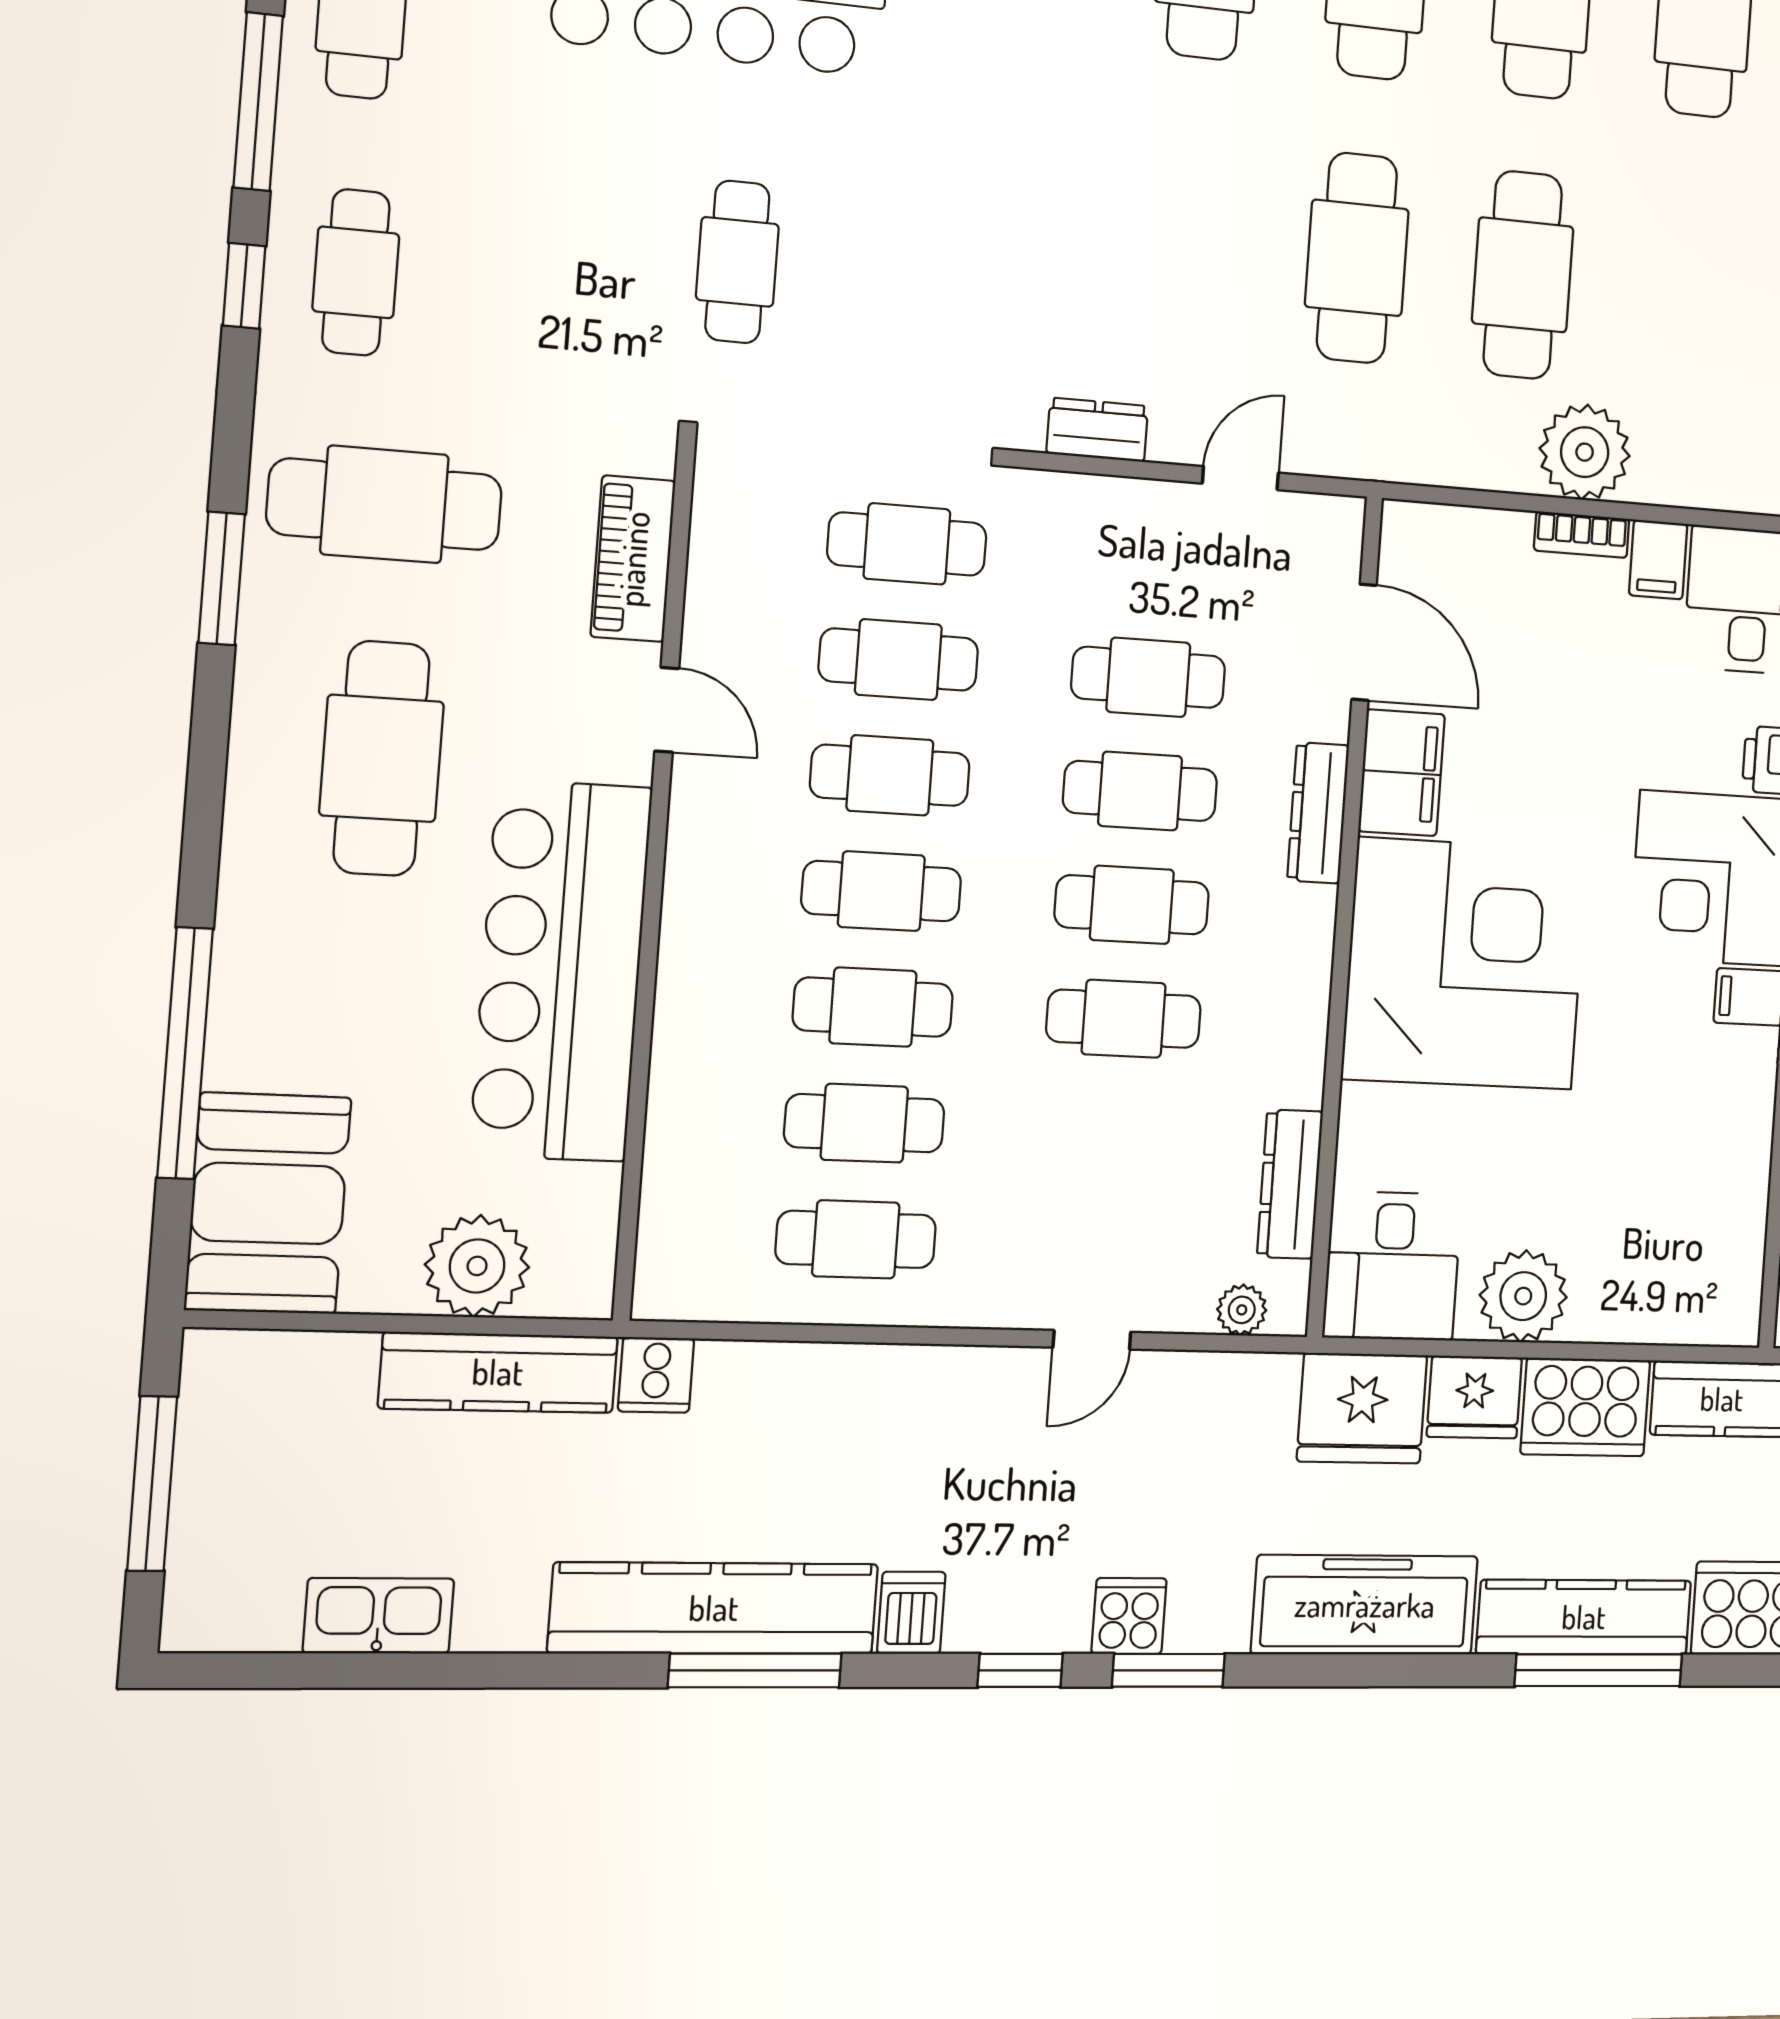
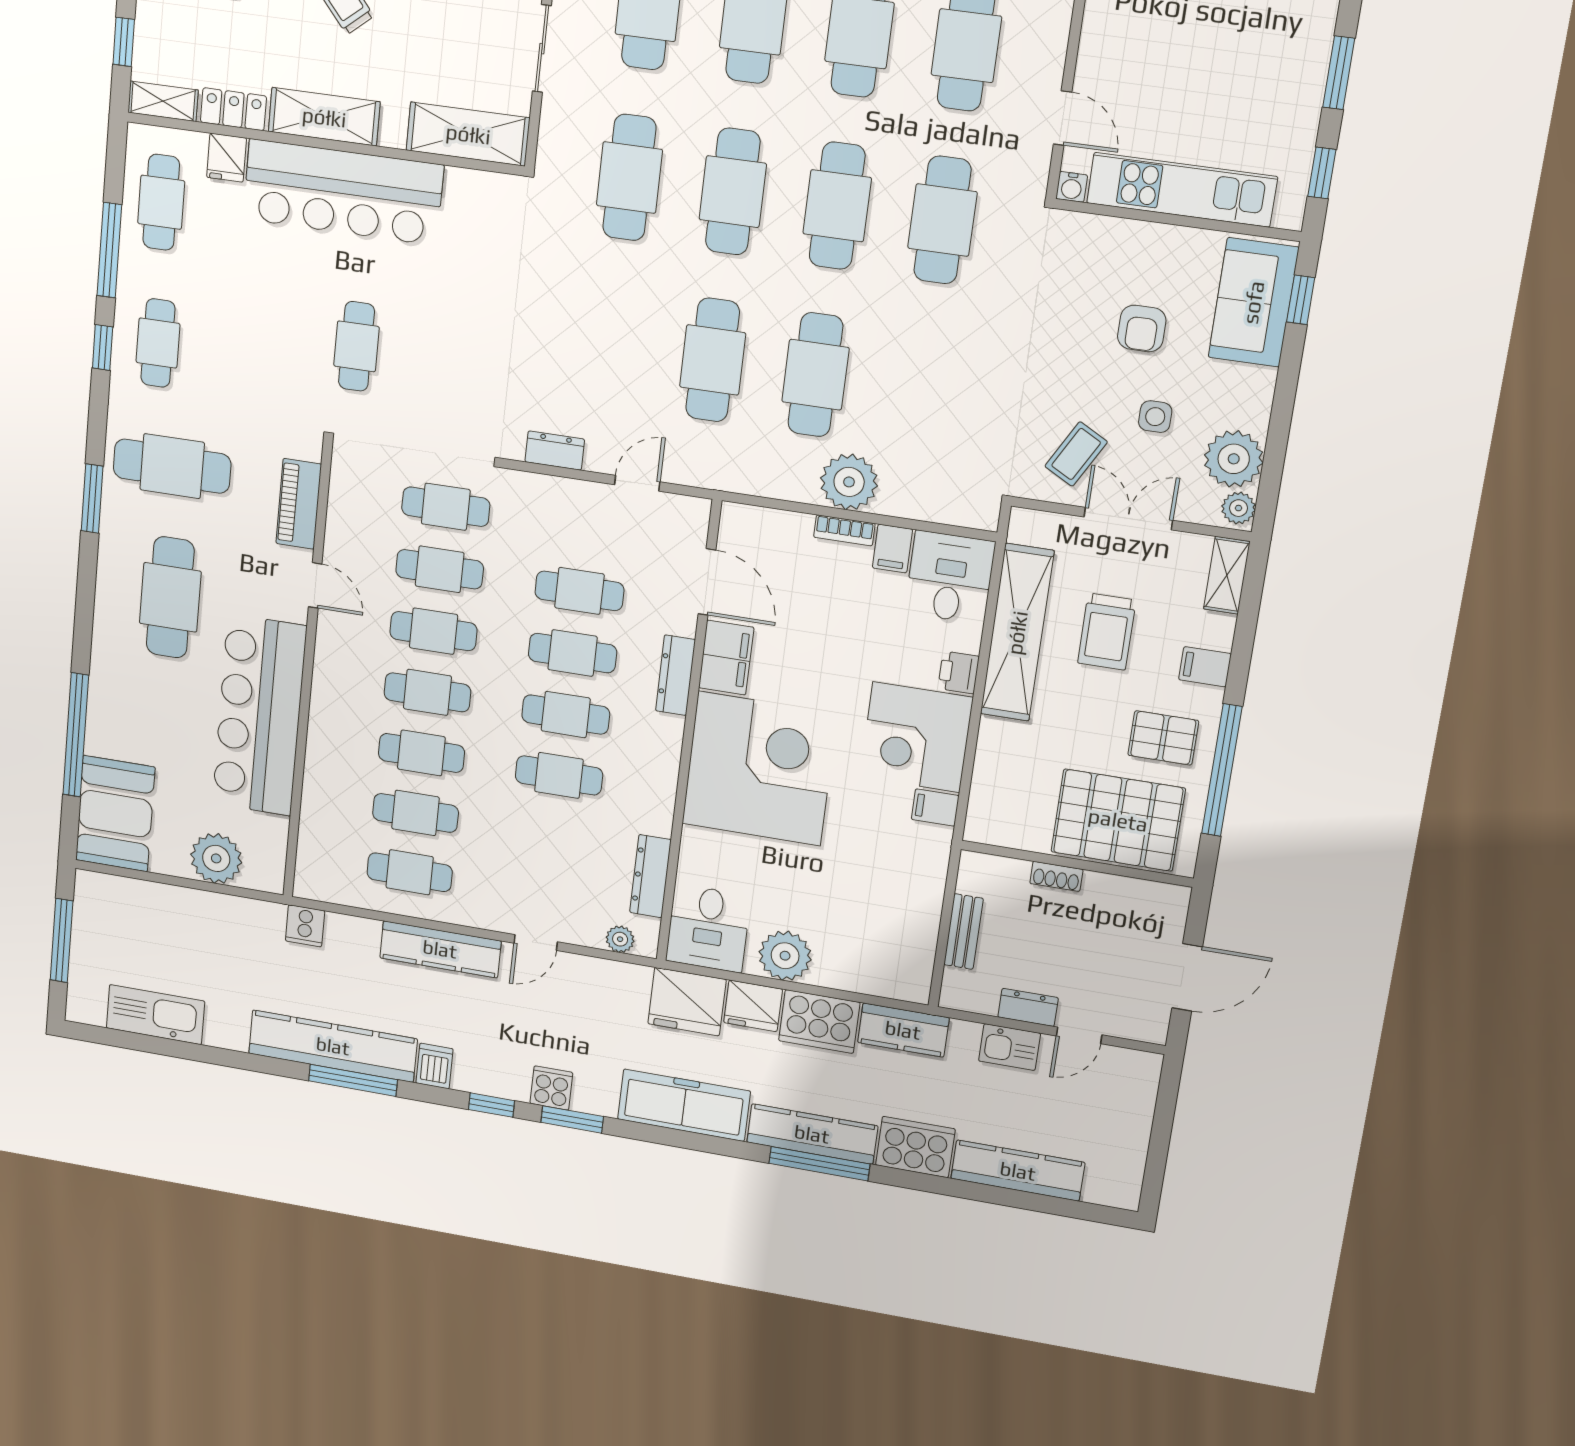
kitchen counter: (498, 1372) -> (440, 949), moved
kitchen sink: (379, 1616) -> (155, 1015), width x1.36, depth x1.24

